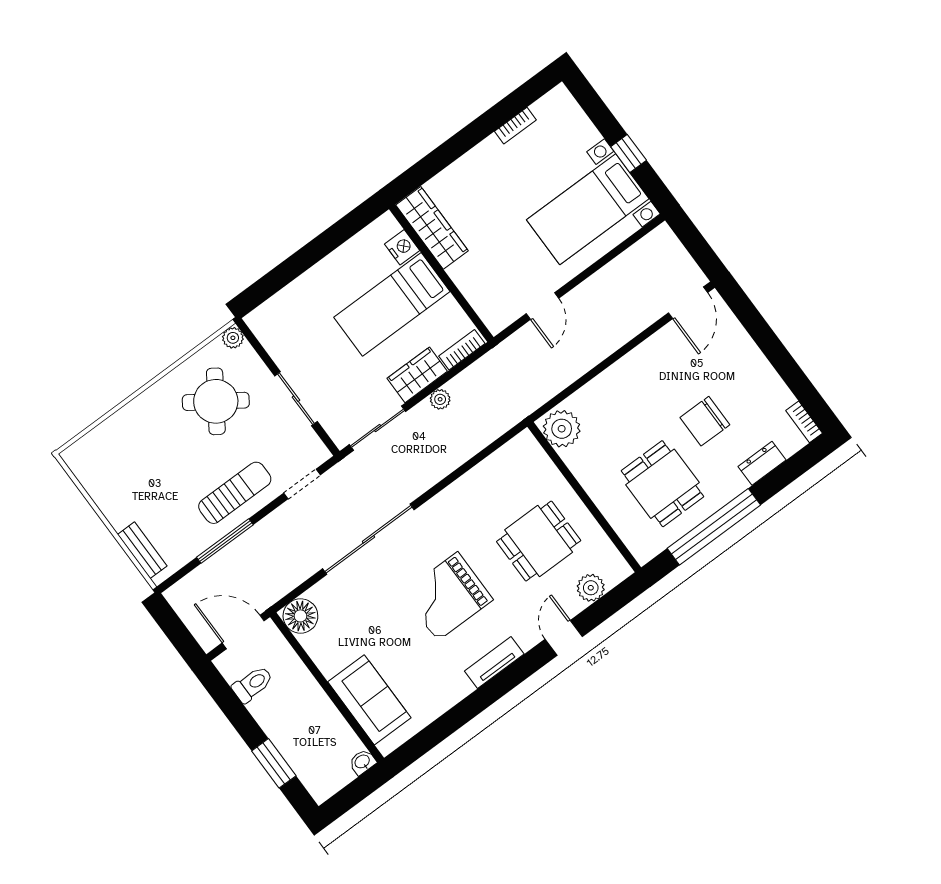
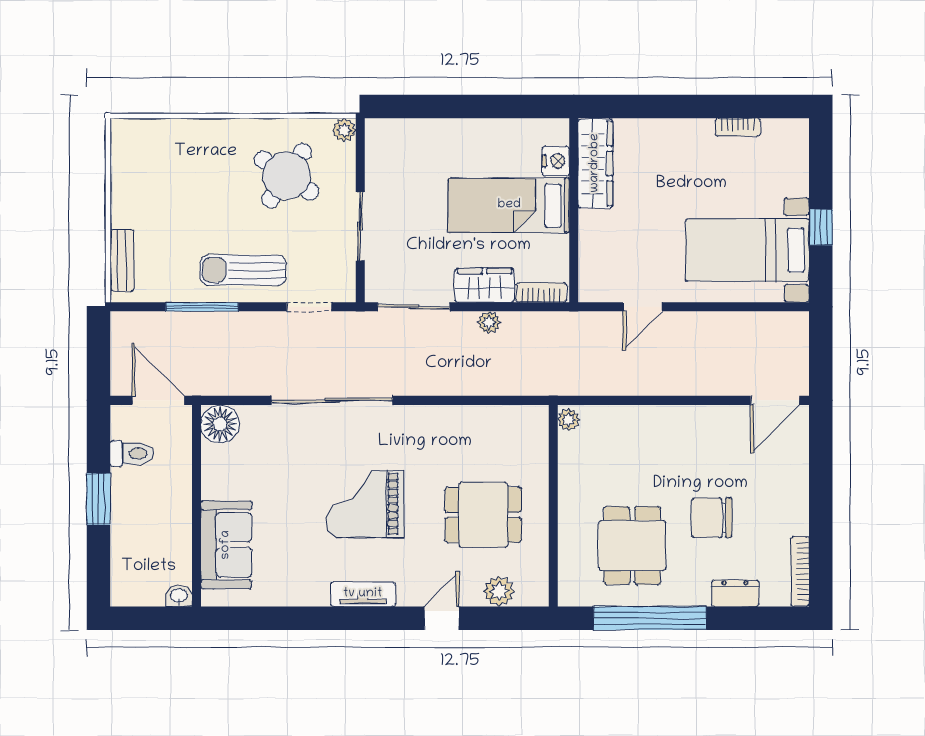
bookcase: (804, 422) -> (800, 571), width x1.56
plant: (562, 429) -> (569, 420), width x0.53, depth x0.53
sun lounger: (235, 493) -> (243, 270), turned 180
window: (274, 763) -> (99, 499), moved

